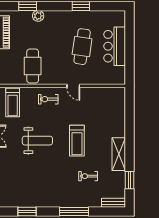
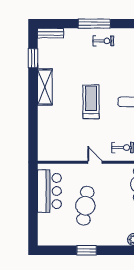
bar counter: (115, 46) -> (49, 191), moved
exercise bike: (88, 176) -> (103, 41), moved

